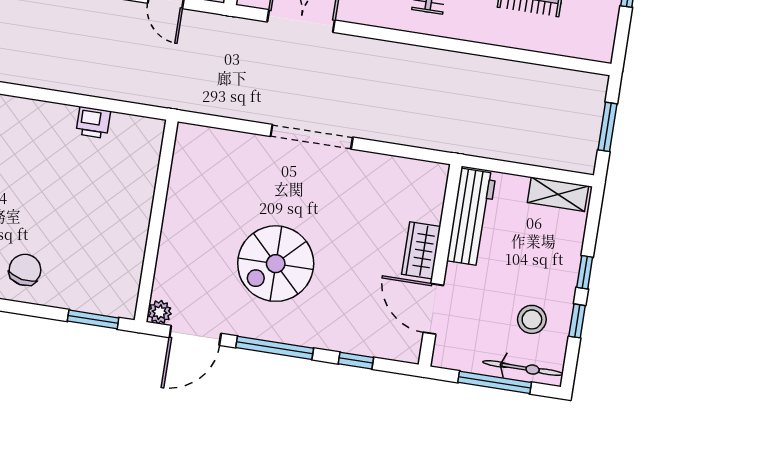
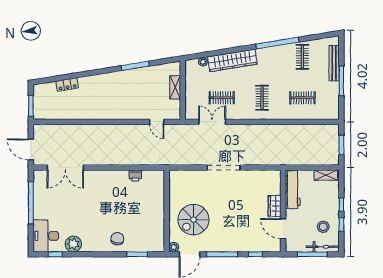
spiral stairs: (276, 264) -> (193, 220), moved
window: (93, 319) -> (137, 254), moved

